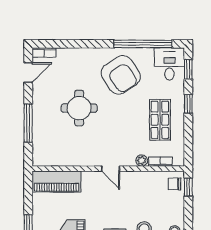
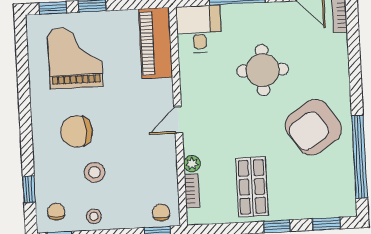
desk: (169, 64) -> (199, 29), moved, turned -90
shop shelf: (160, 120) -> (252, 187), turned 90

